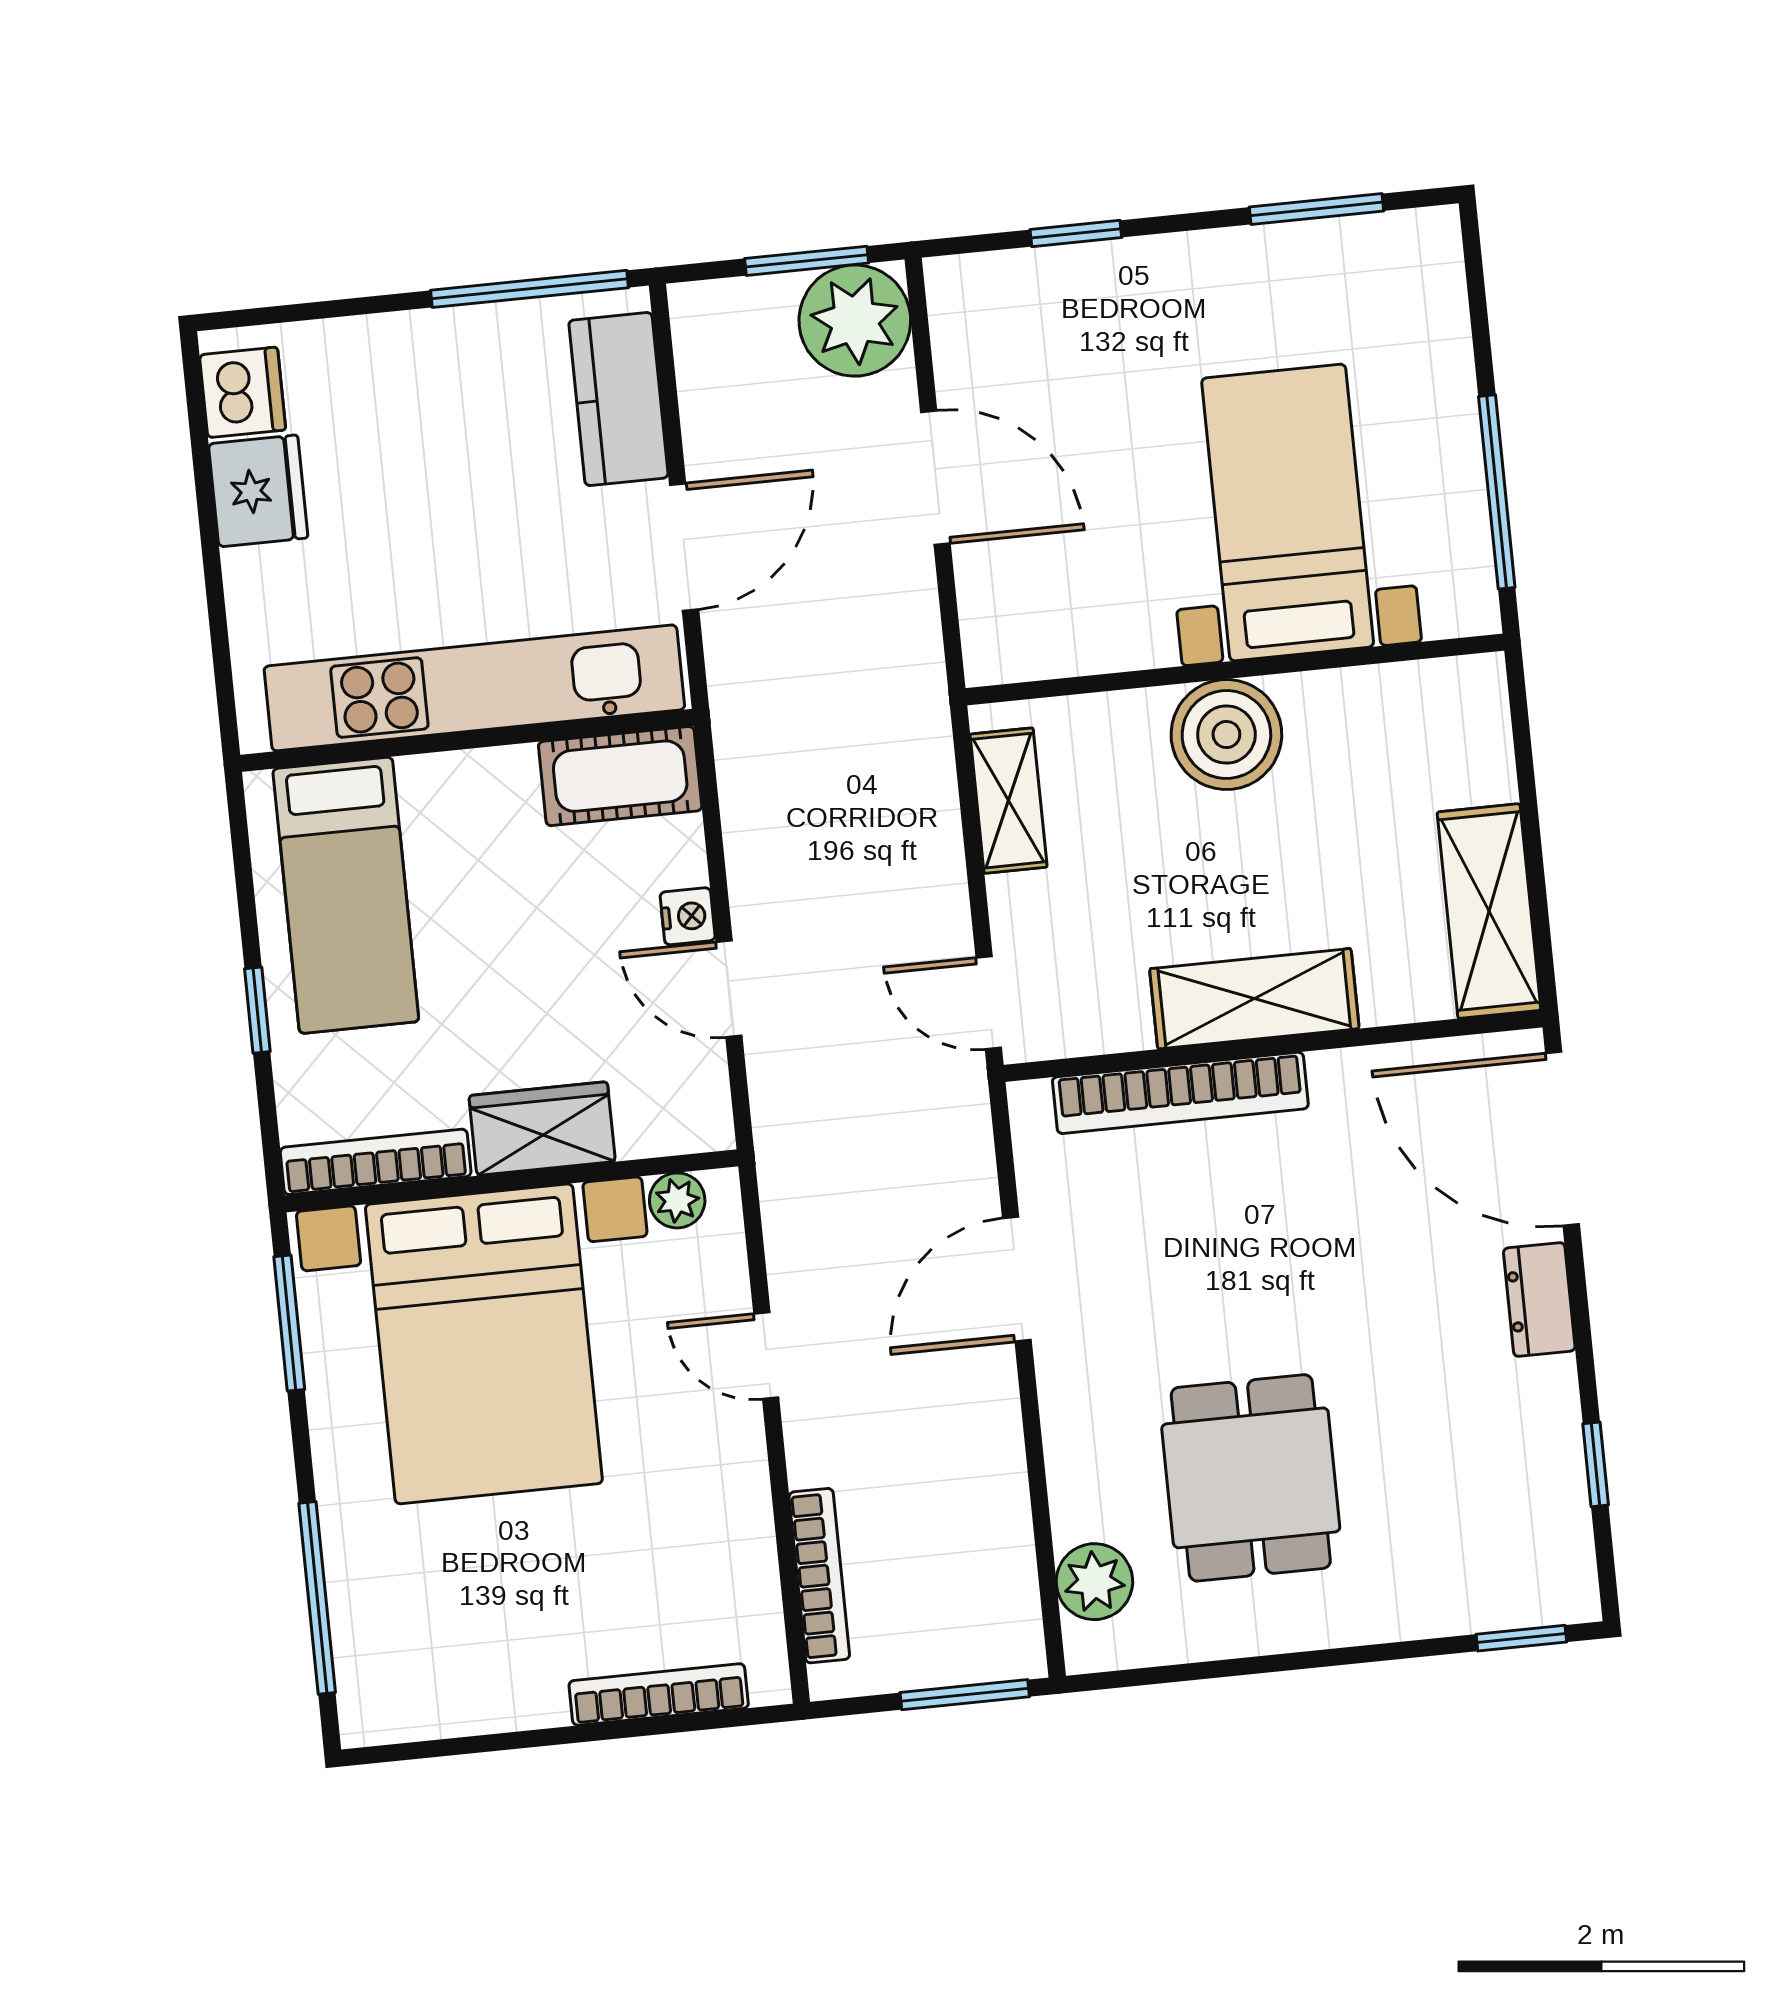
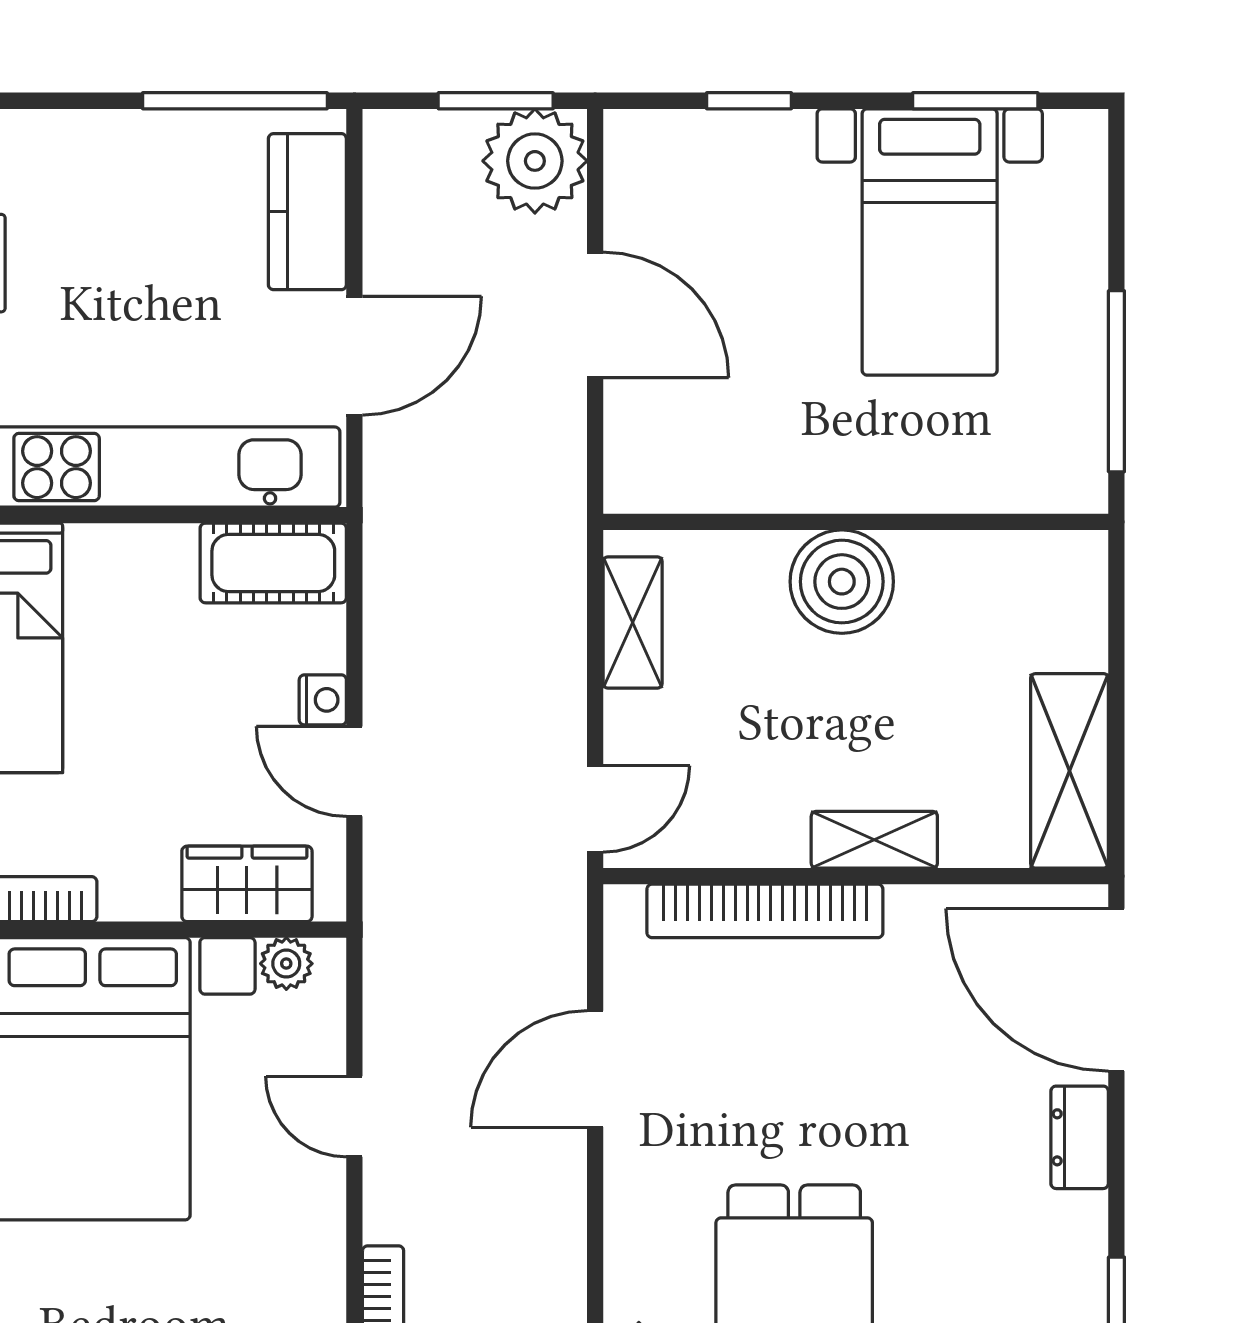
bed with nightstands: (1288, 512) -> (930, 242), moved, turned 180
shelving: (1254, 999) -> (874, 840), width x0.67, depth x0.75
door: (989, 1003) -> (595, 809), swing flipped
wardrobe: (542, 1129) -> (247, 884), moved

